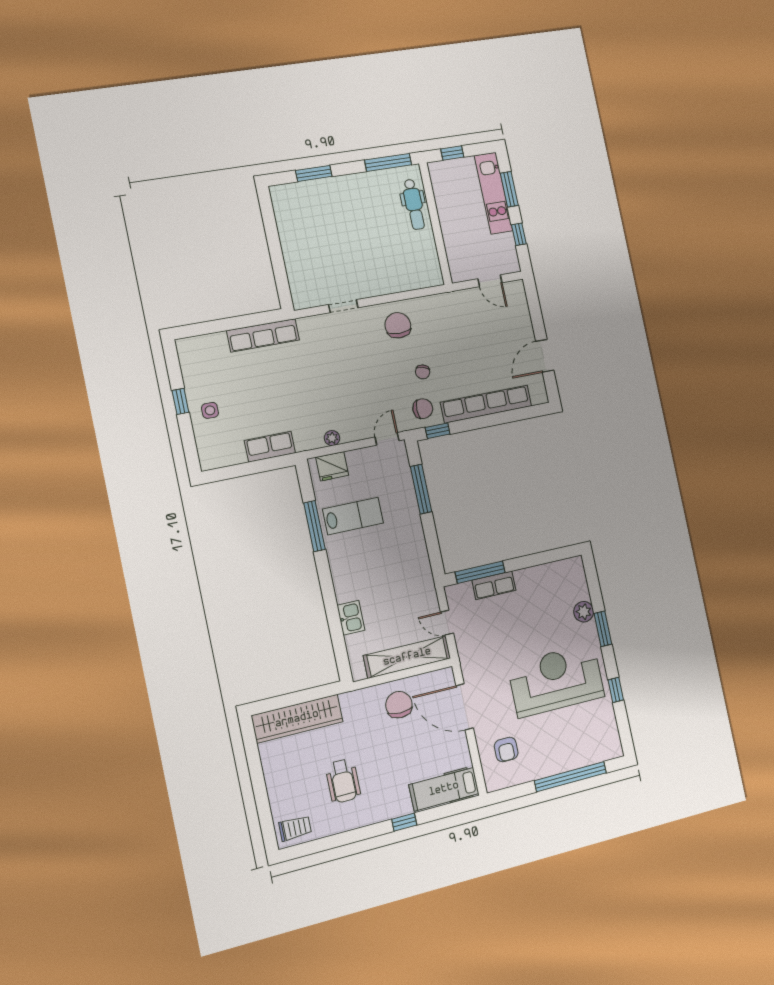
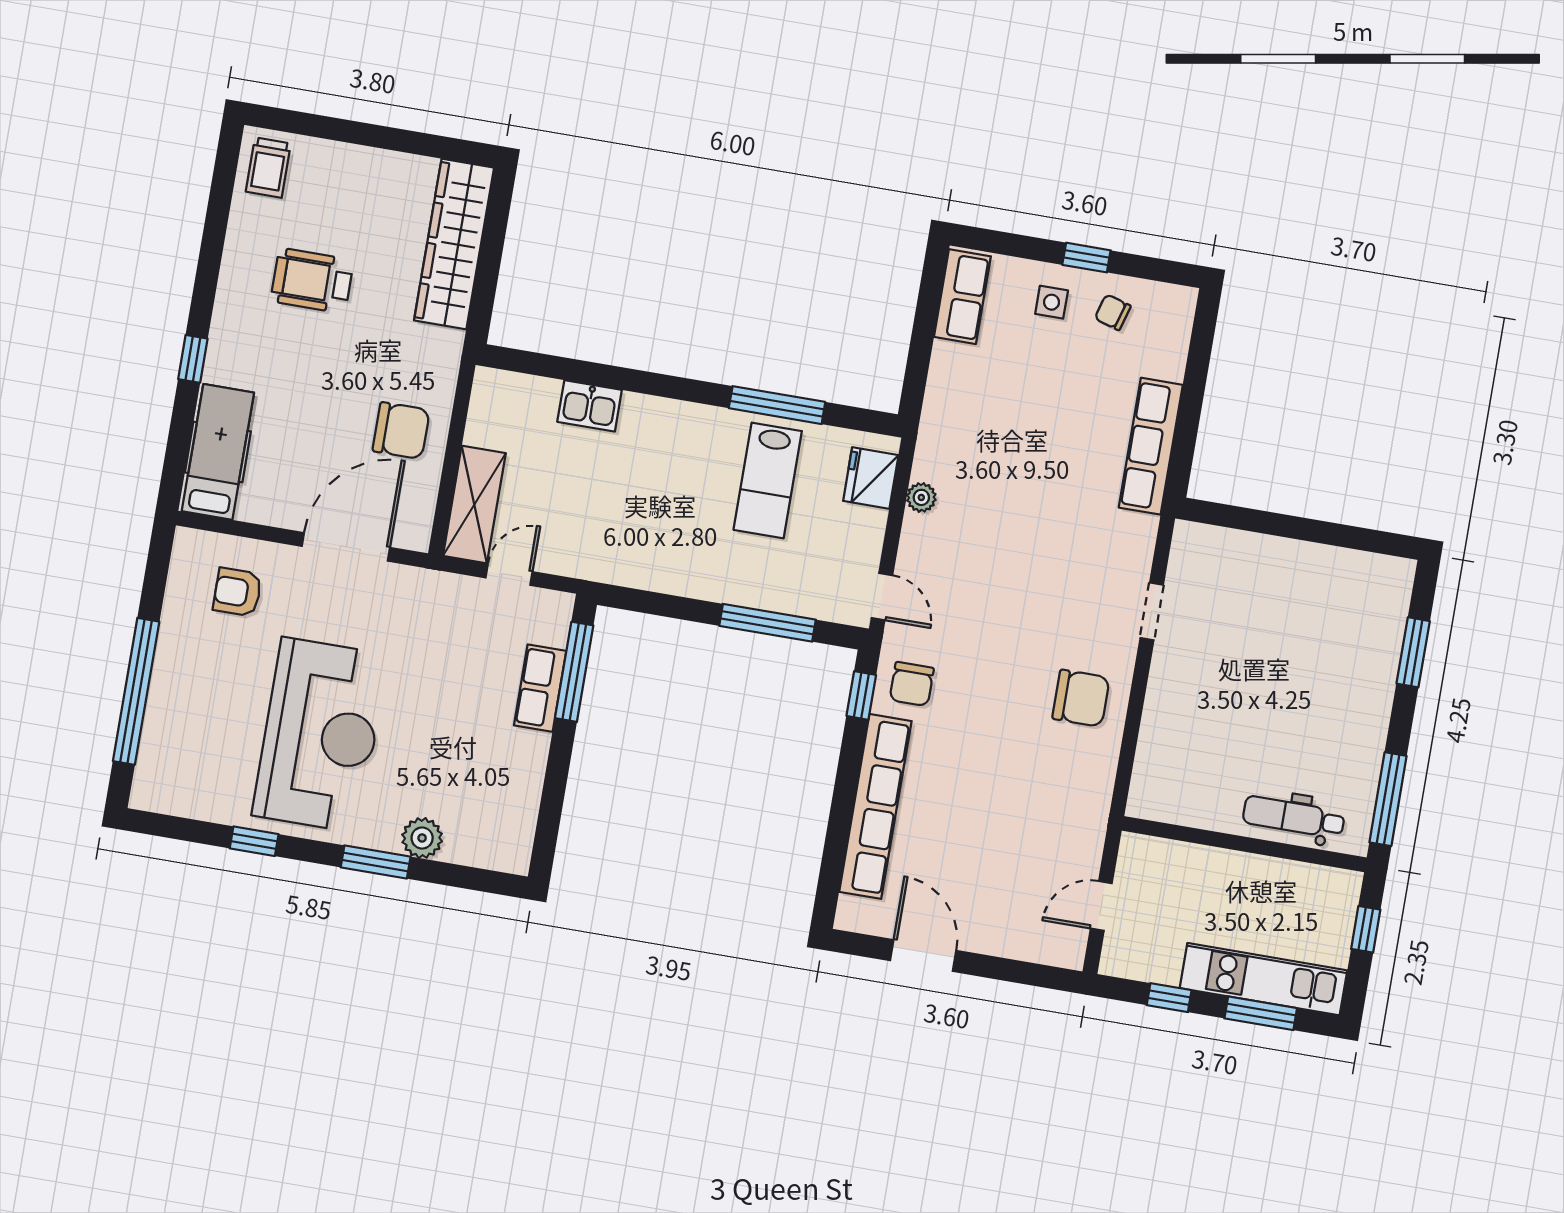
chair: (423, 372) -> (1113, 312), moved
row of seats: (270, 447) -> (962, 297), moved
shelving: (407, 657) -> (474, 504), width x0.68

